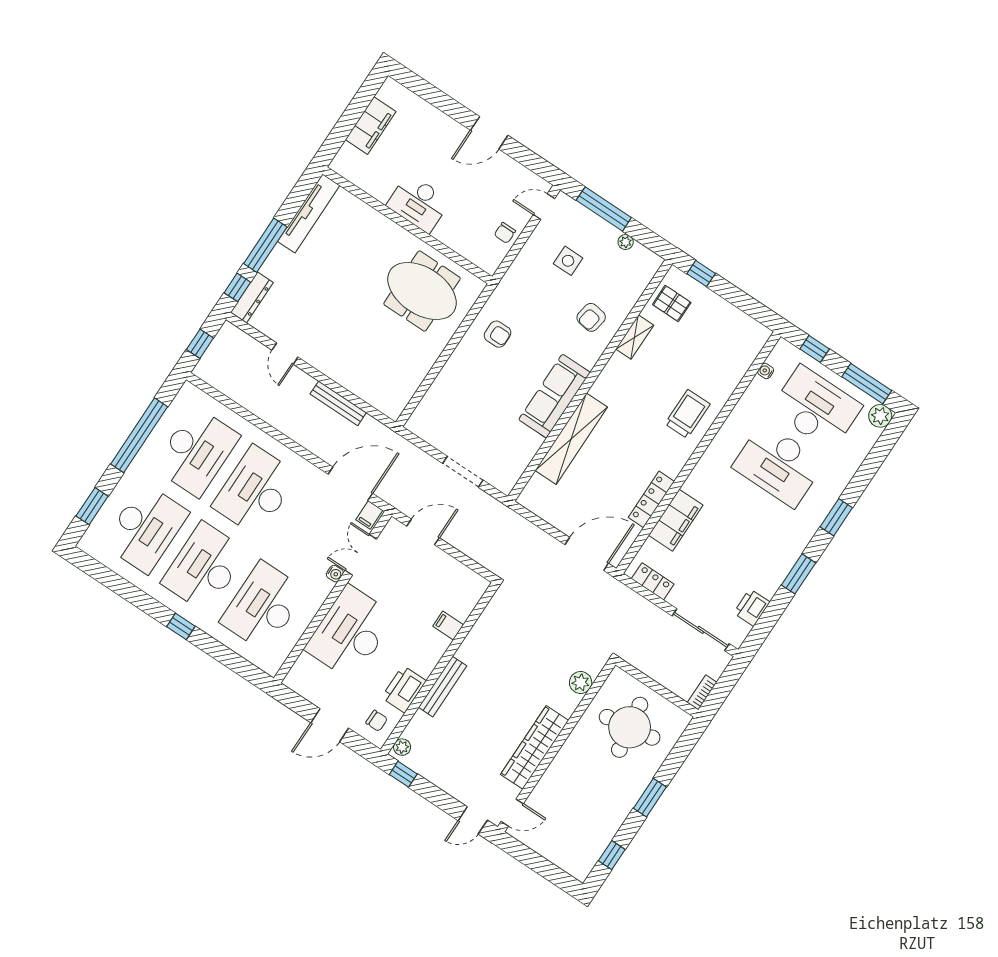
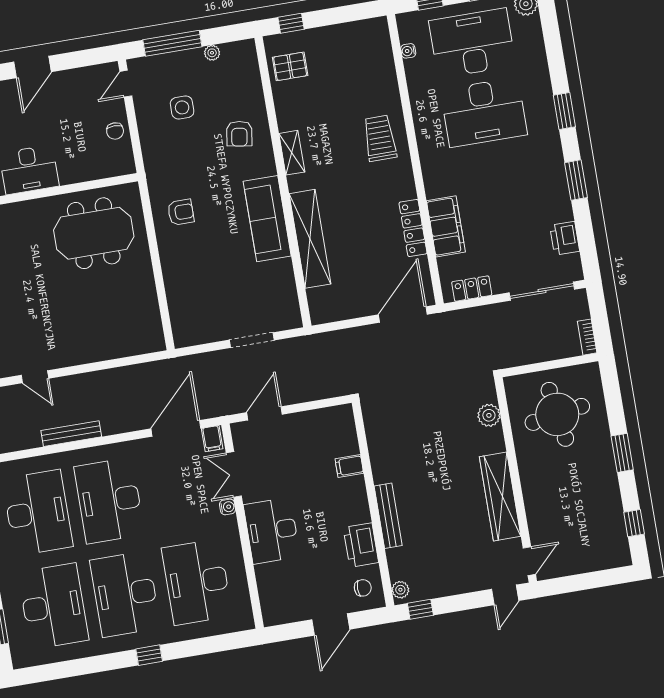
shelving: (635, 337) -> (292, 153), moved
bench: (338, 403) -> (71, 434), moved
desk: (350, 633) -> (272, 531), width x0.73, depth x0.77

